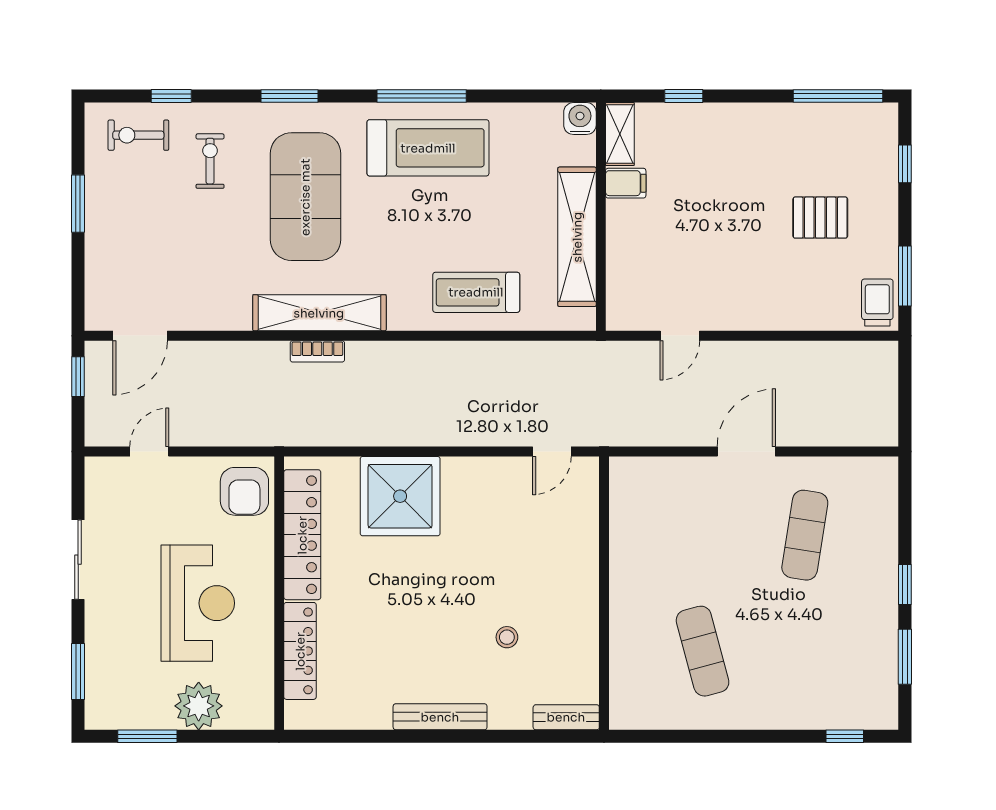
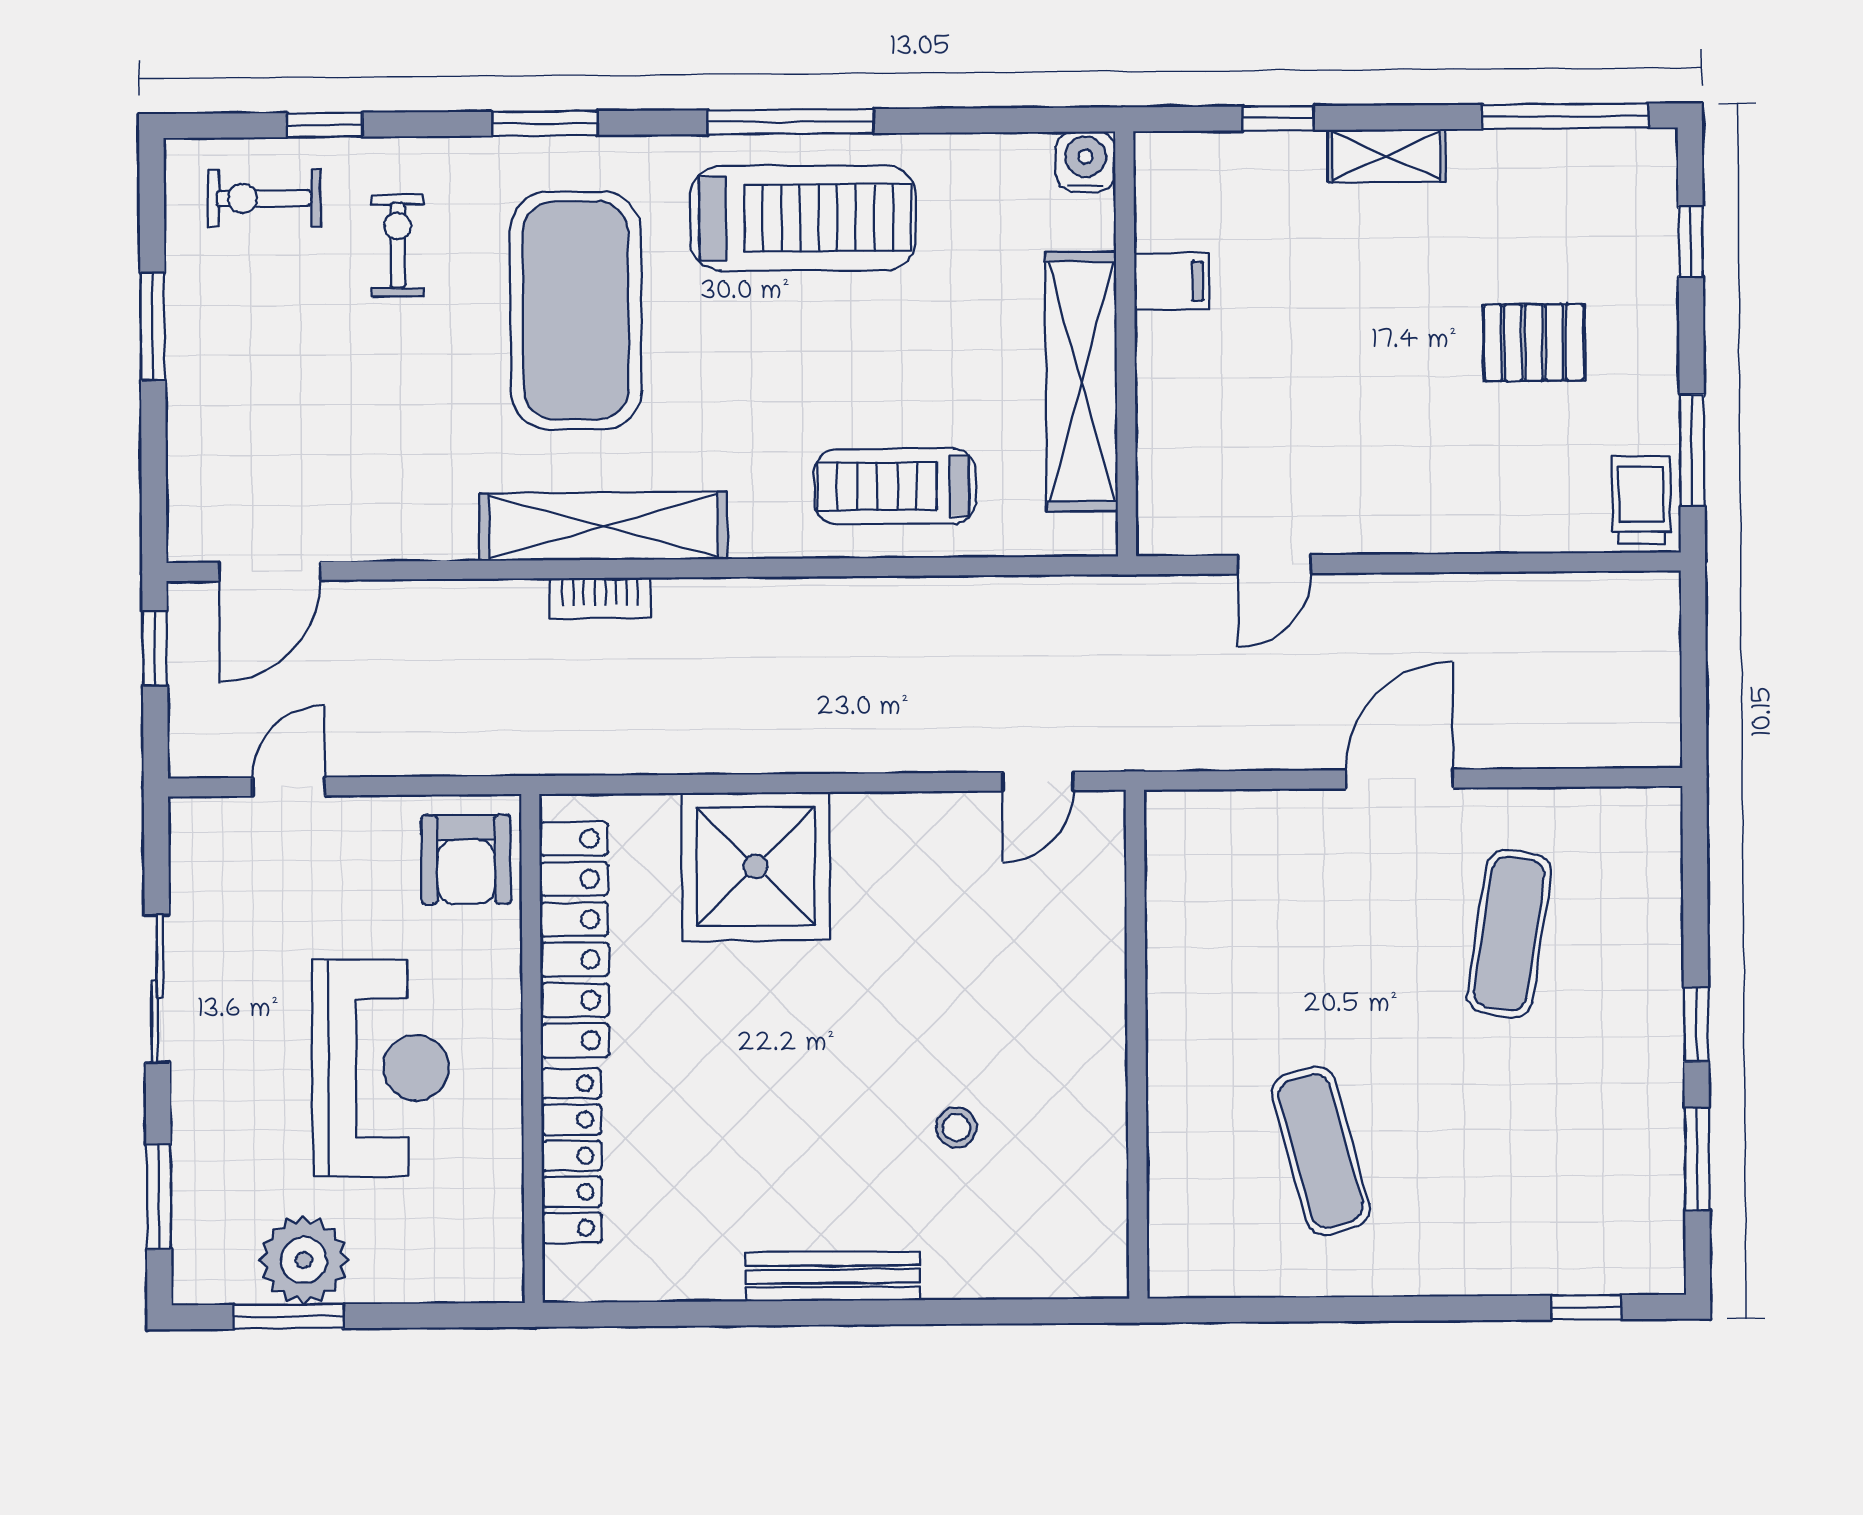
shelving: (620, 134) -> (1386, 156), moved, turned 90
plant: (199, 706) -> (304, 1260), moved
bench: (566, 717) -> (1068, 1276), removed

